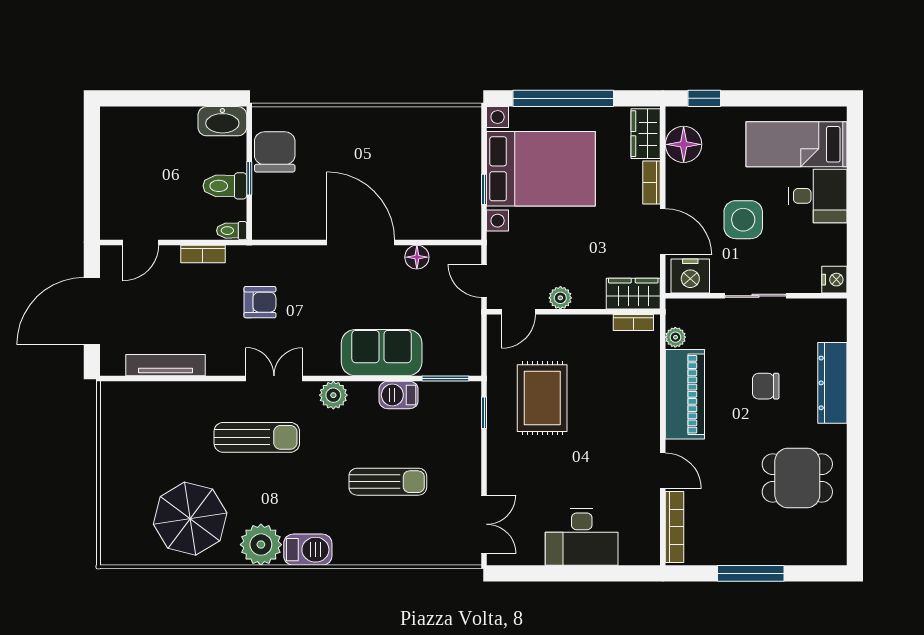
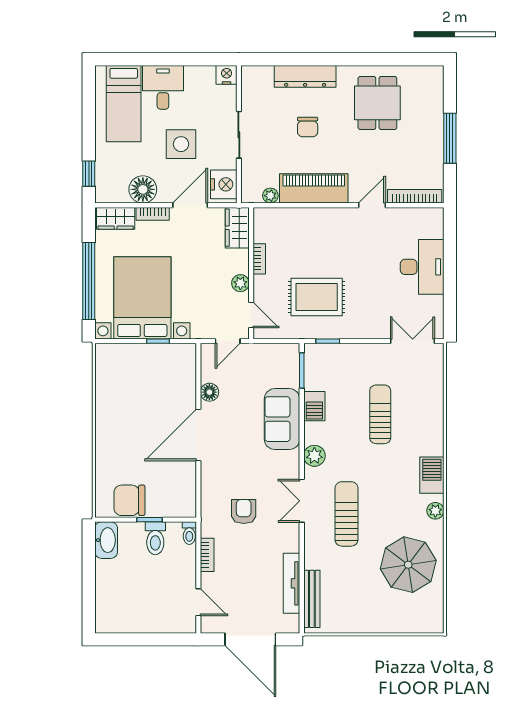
floor lamp: (684, 144) -> (143, 189), moved
bookcase: (633, 323) -> (259, 259), moved
bench: (145, 392) -> (312, 599), added
plant: (261, 545) -> (435, 511), width x0.53, depth x0.53

